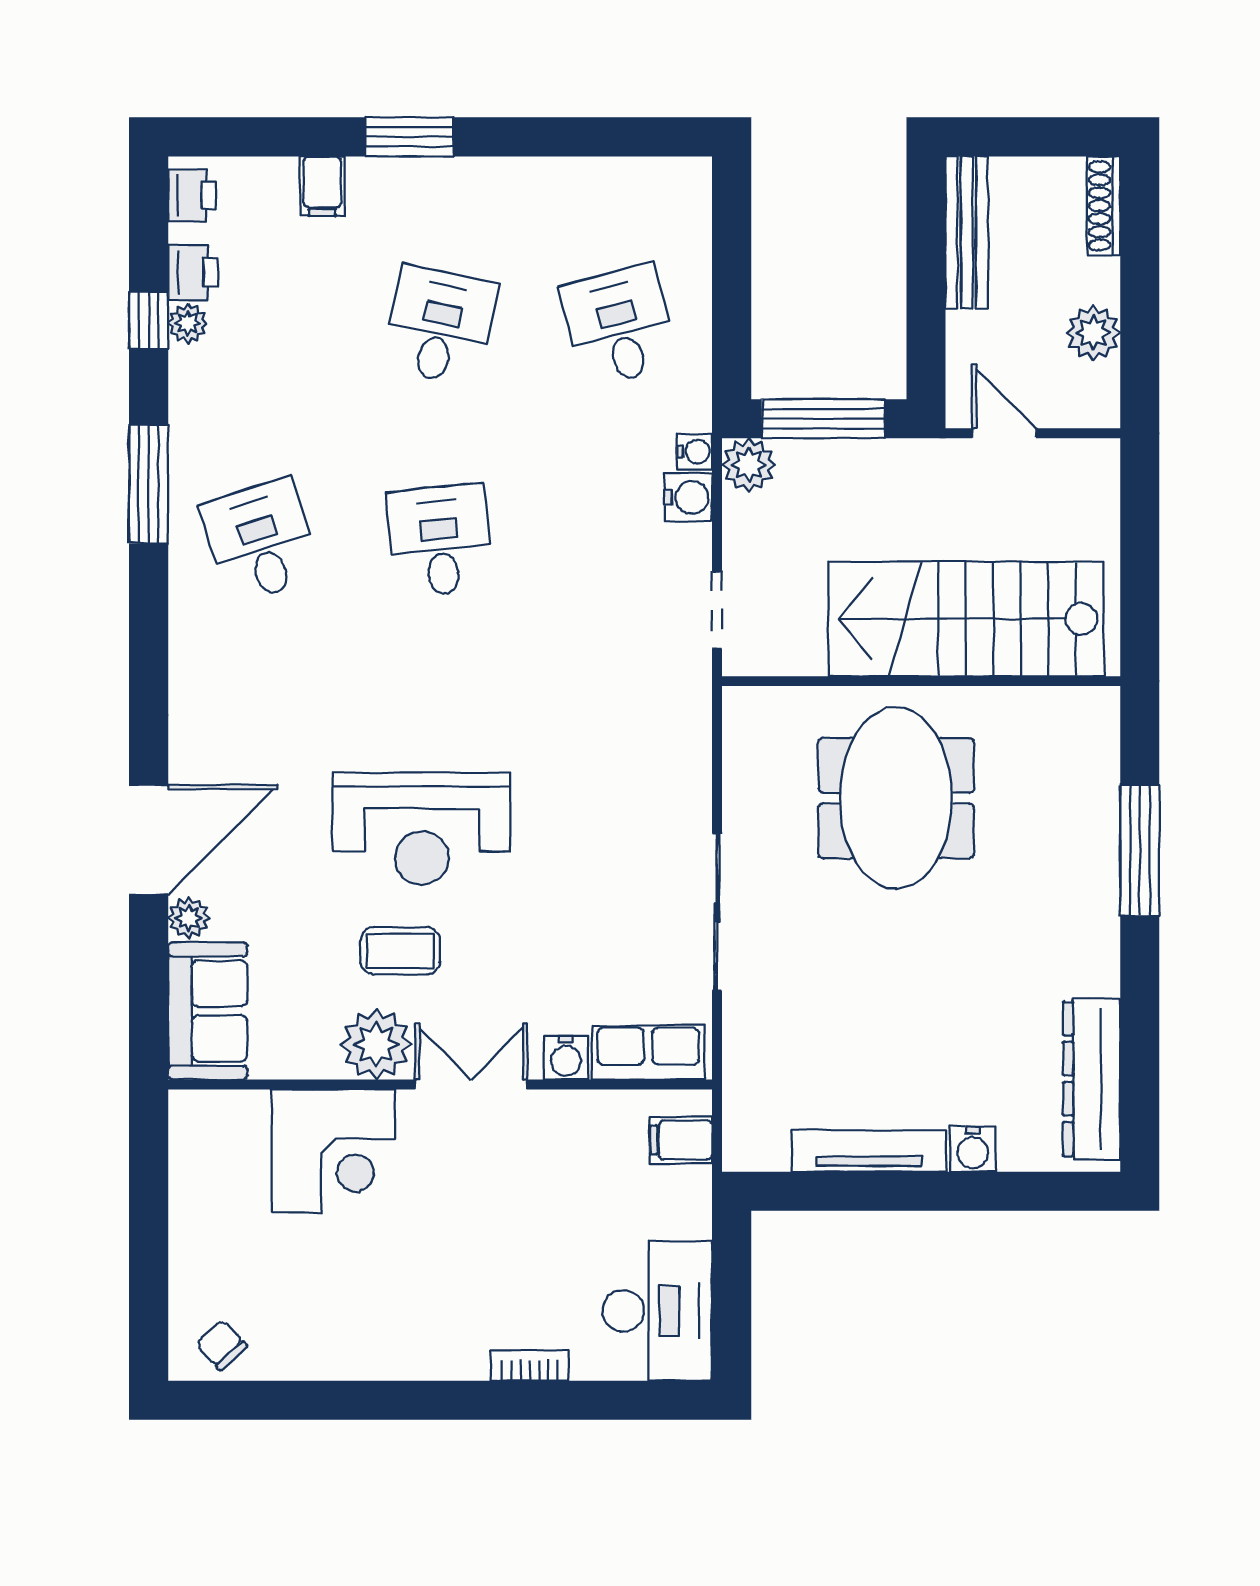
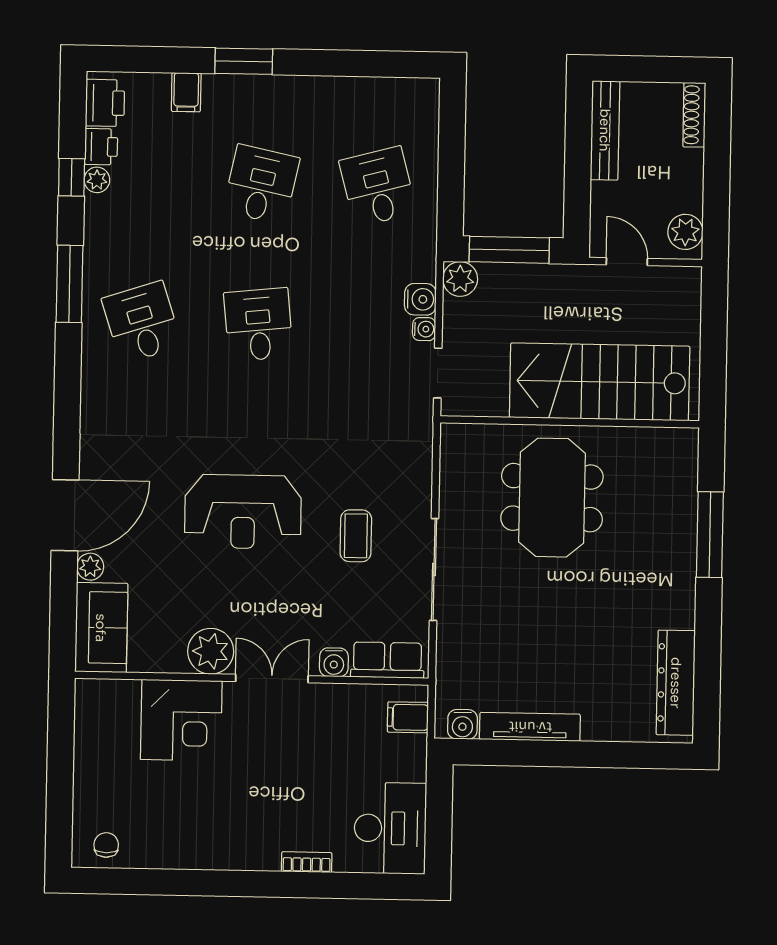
printer: (192, 195) -> (105, 103), width x1.36, depth x1.24
plant: (1093, 333) -> (685, 232), moved
water cooler: (695, 452) -> (424, 329), moved
coffee table: (400, 951) -> (356, 536), moved, turned 90
water cooler: (973, 1149) -> (462, 724), moved
chair: (222, 1345) -> (106, 845), turned 43

